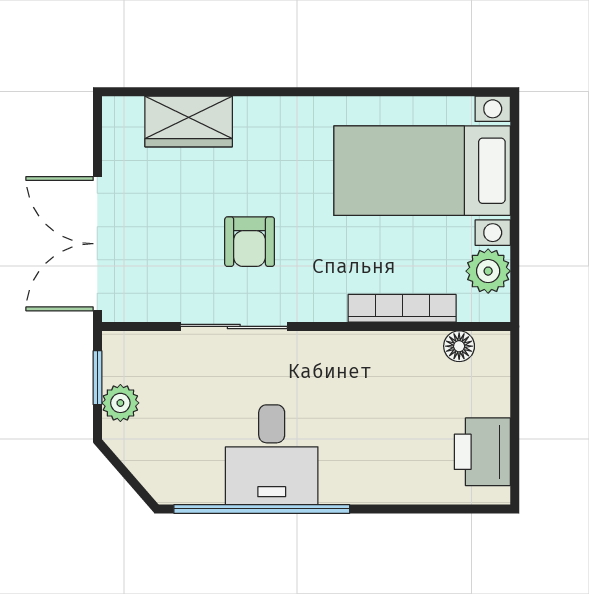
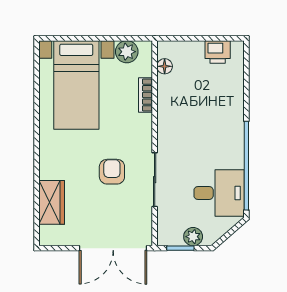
armchair: (250, 242) -> (112, 172), turned -90
bookcase: (402, 308) -> (145, 95), width x0.64
printer: (482, 452) -> (218, 52), width x0.73, depth x0.81
desk: (272, 455) -> (219, 193), moved

